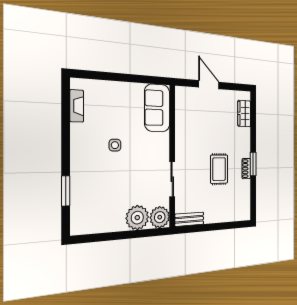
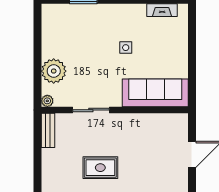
sofa: (157, 108) -> (155, 93), width x1.36
plant: (160, 217) -> (47, 101), width x0.53, depth x0.53

